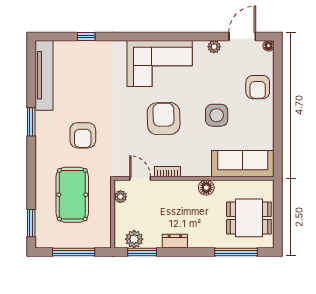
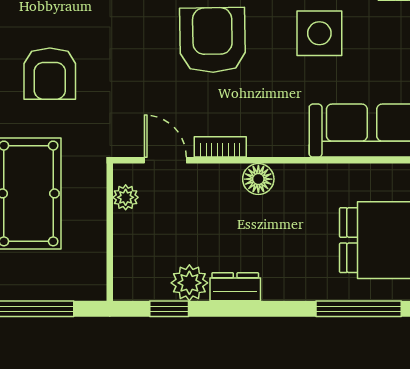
floor lamp: (206, 188) -> (258, 179), moved
plant: (134, 239) -> (189, 283), moved
window: (142, 252) -> (169, 309), width x0.67

